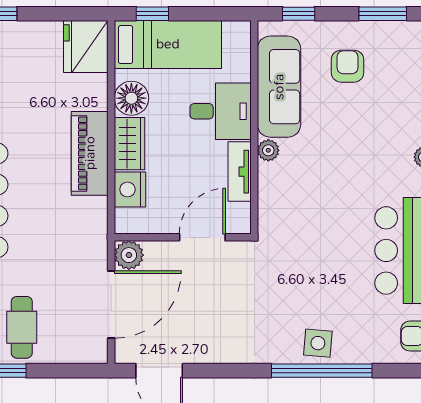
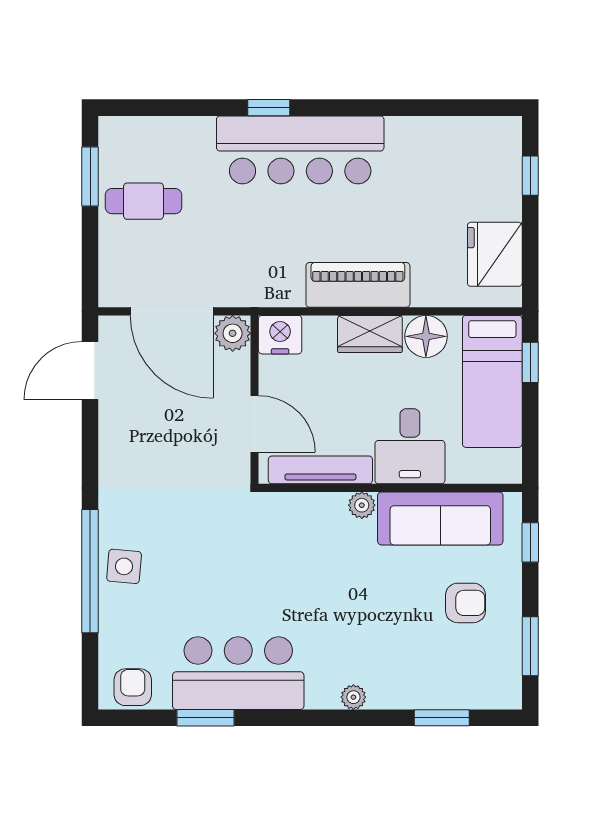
fridge: (86, 46) -> (495, 254), moved, turned -90
tv unit: (240, 172) -> (320, 470), width x1.41
nightstand: (130, 189) -> (280, 335), moved

